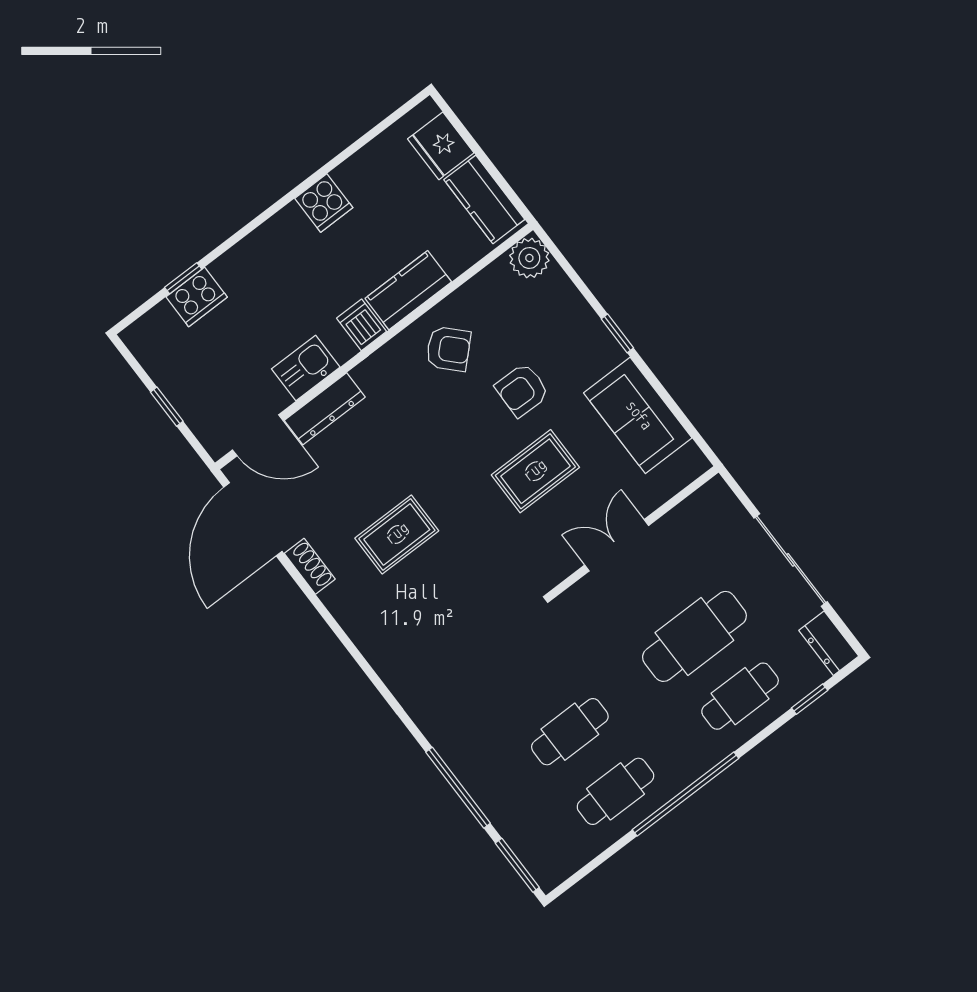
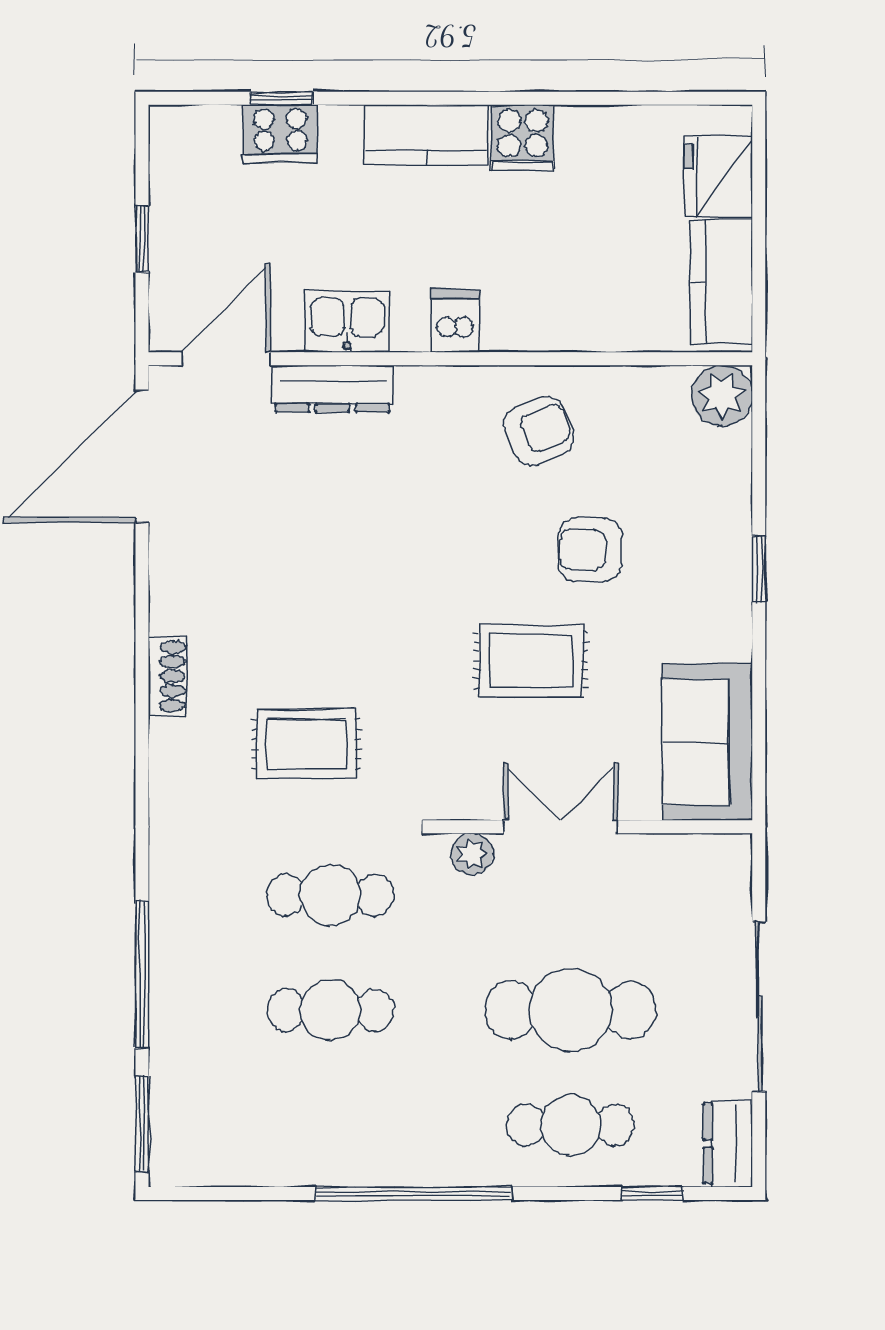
kitchen counter: (408, 290) -> (427, 135), moved, turned 180
armchair: (448, 349) -> (539, 431), turned -68
sofa: (638, 415) -> (707, 742), moved
door: (258, 435) -> (226, 359), swing flipped
rug: (397, 534) -> (306, 744), moved
shoe rack: (310, 566) -> (167, 676), moved
plant: (581, 595) -> (472, 854), added
cafe table: (615, 791) -> (330, 895), moved

